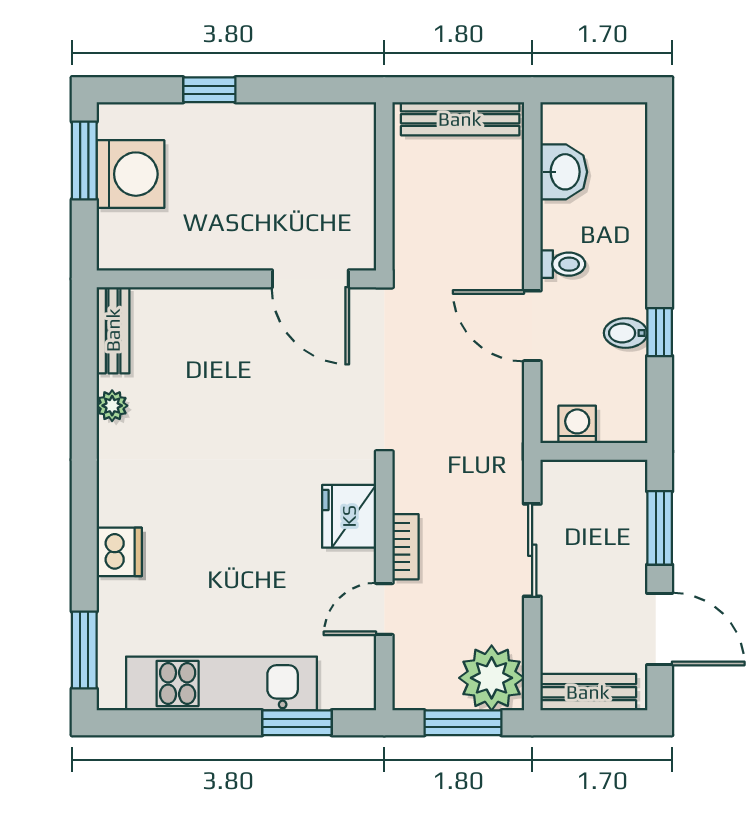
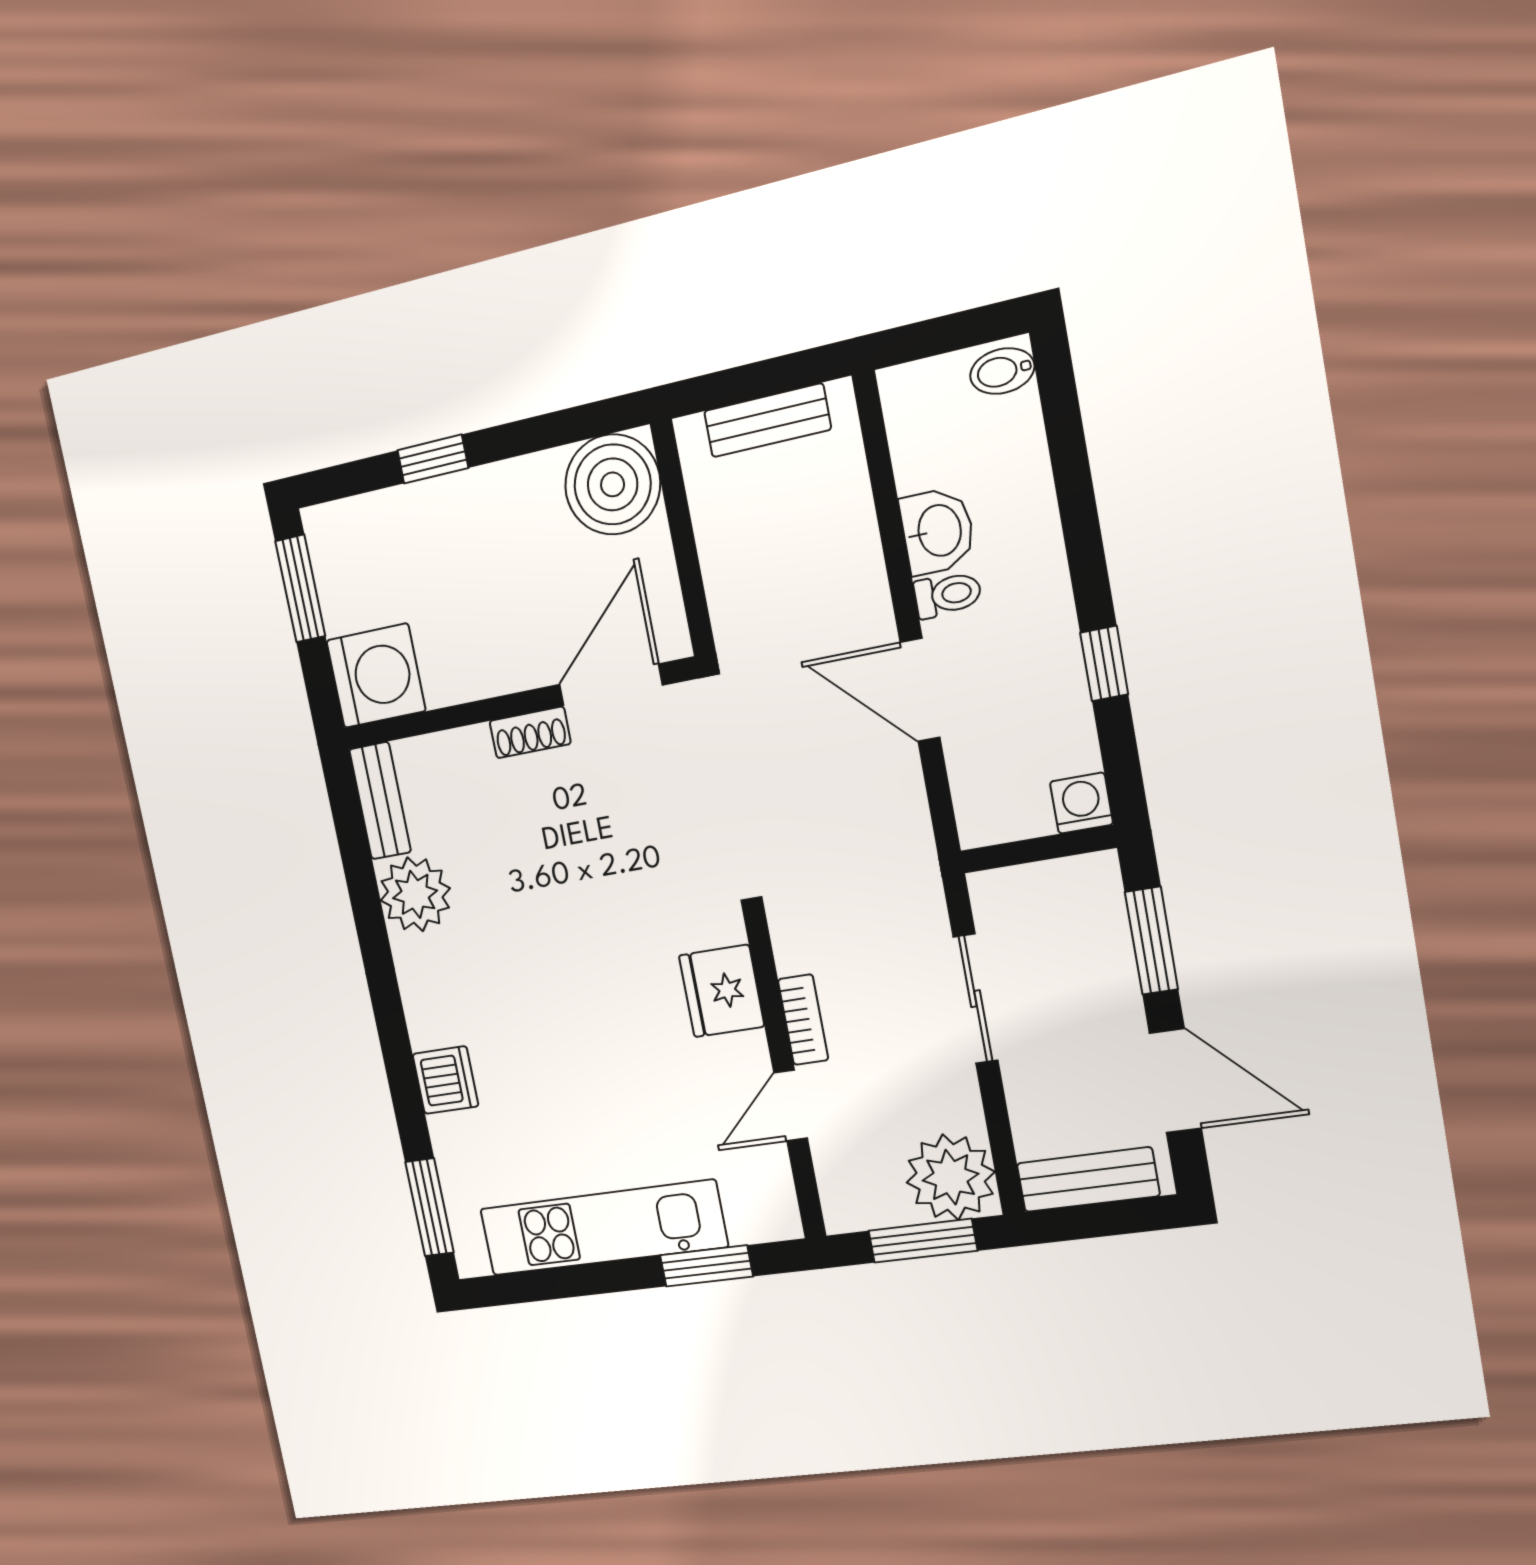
bench: (460, 119) -> (767, 420), width x0.73
boiler: (340, 138) -> (613, 484), added
washbasin: (564, 172) -> (938, 531), moved
washing machine: (130, 174) -> (376, 676), moved
door: (310, 279) -> (611, 685), swing flipped
shoe rack: (242, 301) -> (530, 732), added
bidet: (626, 333) -> (1002, 371), moved
plant: (112, 406) -> (415, 894), width x1.88, depth x1.88
washing machine: (577, 424) -> (1081, 803), moved

